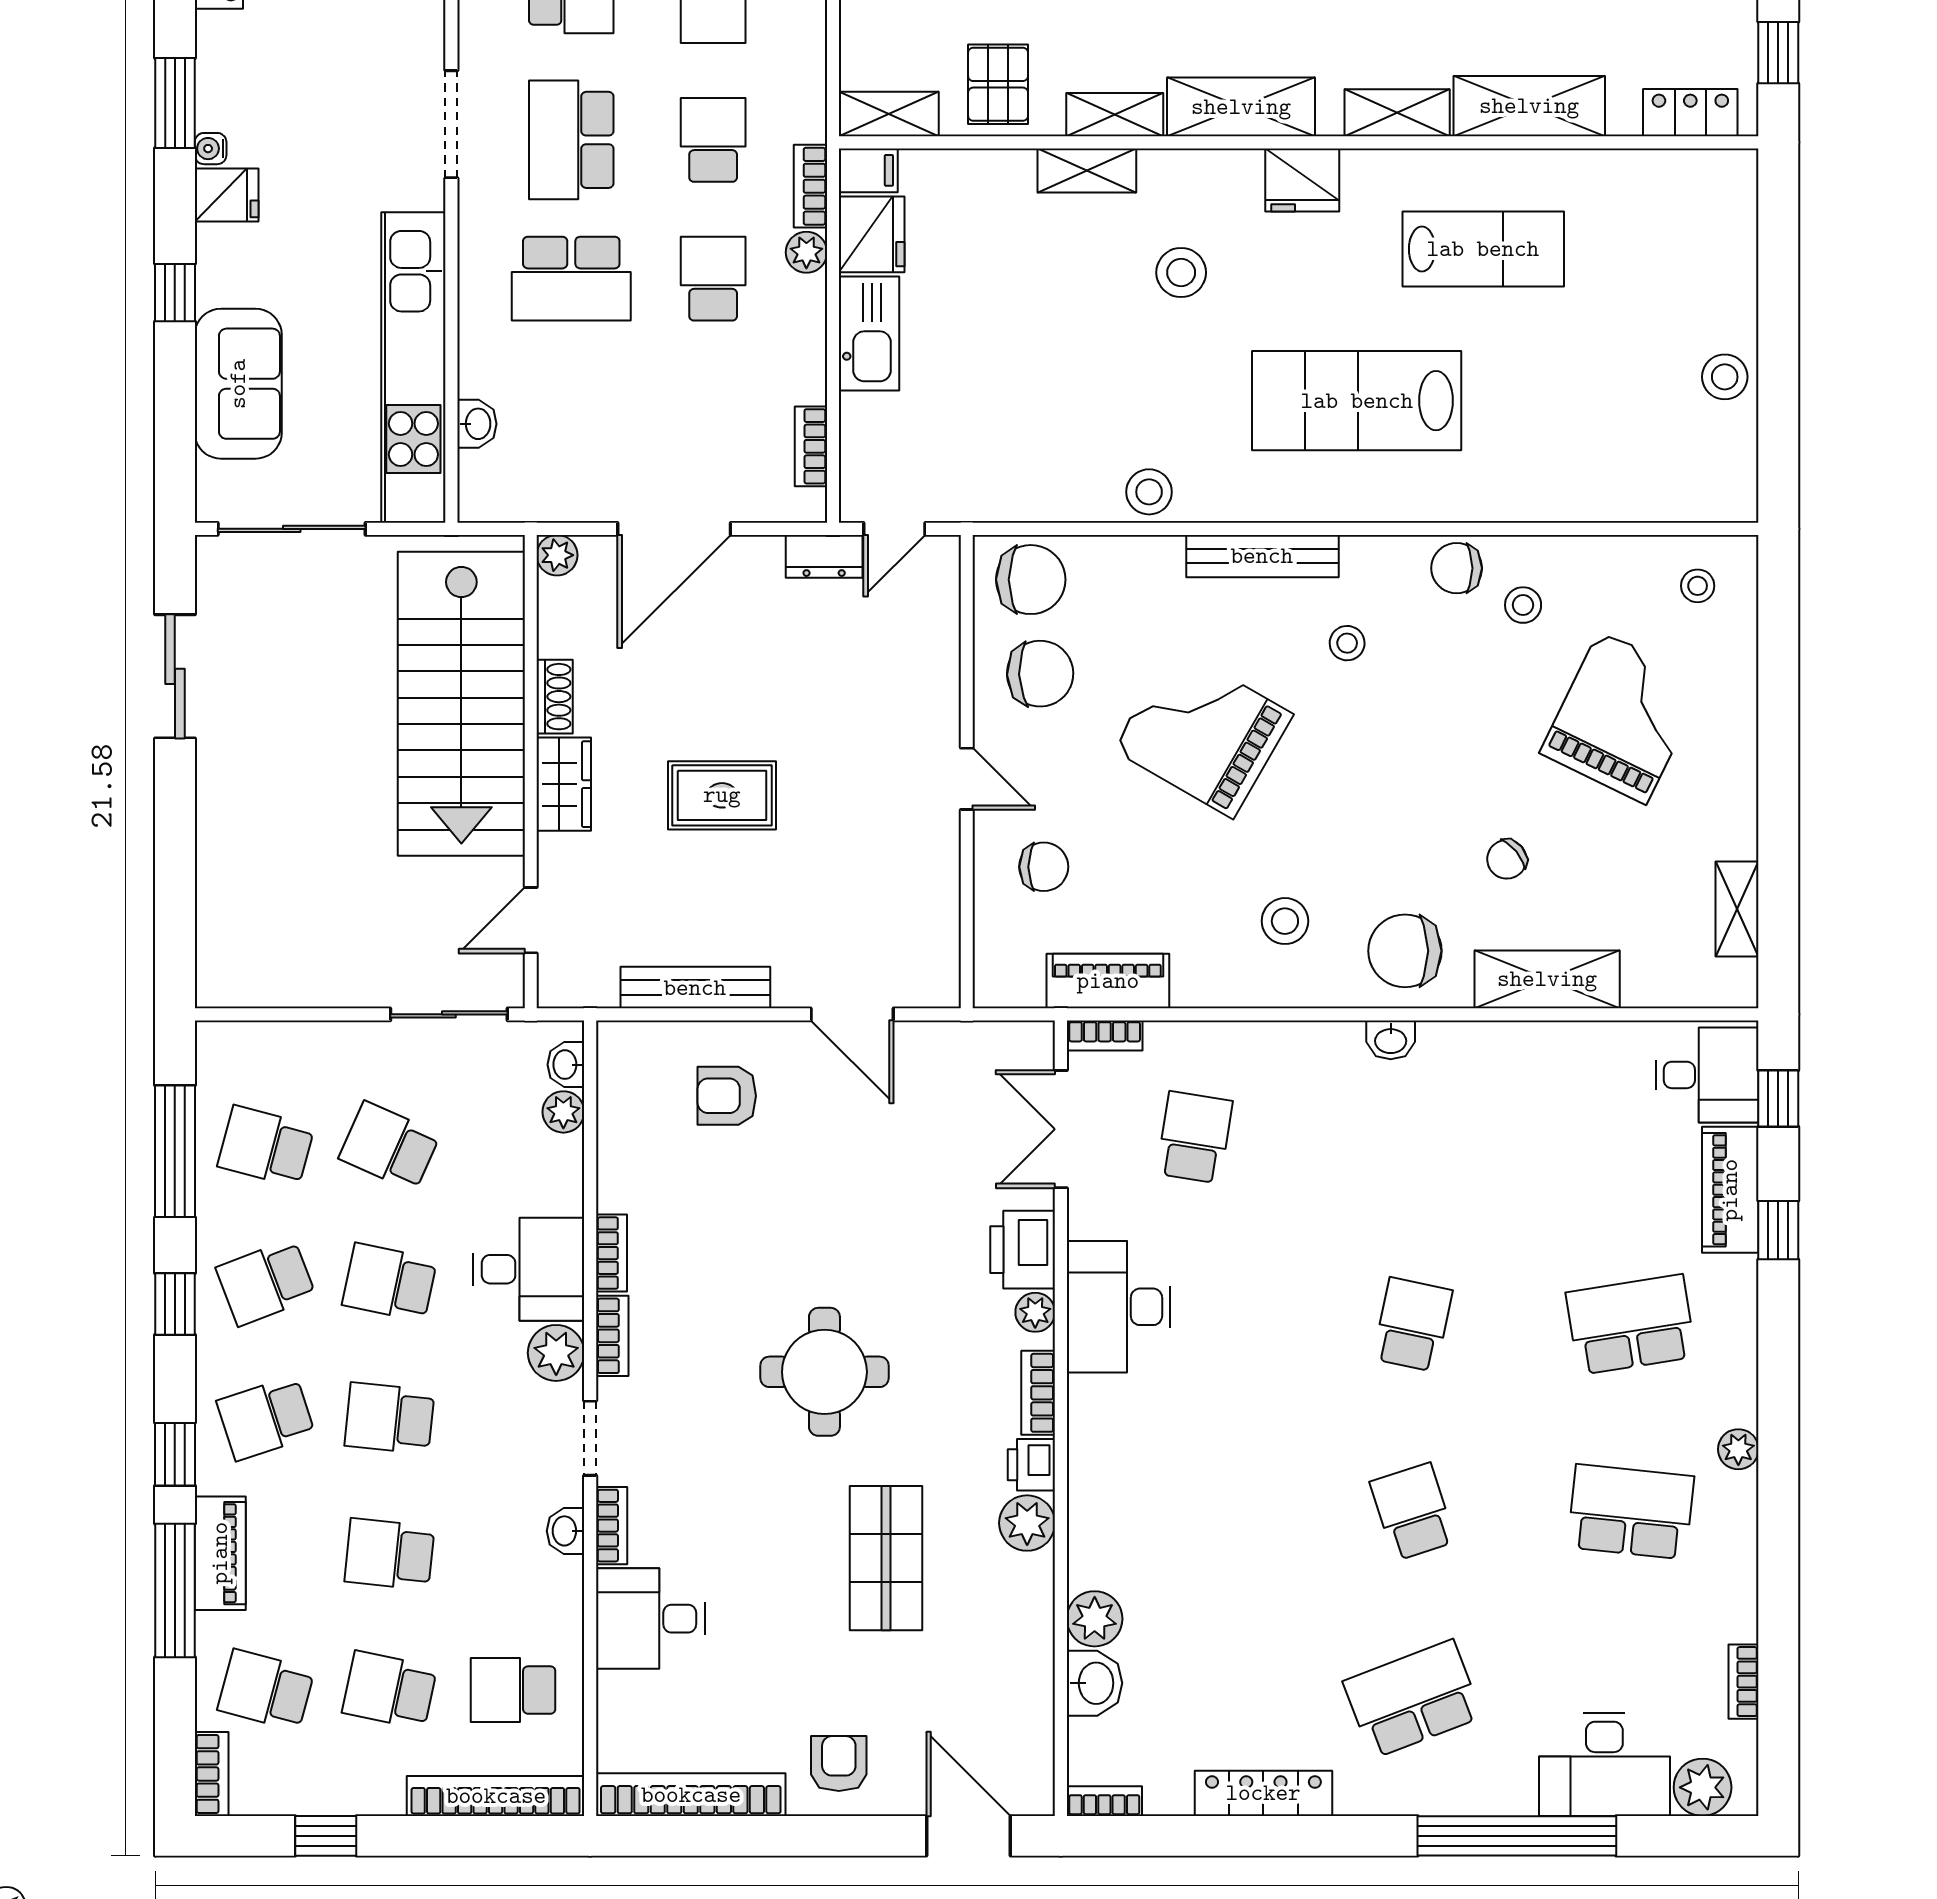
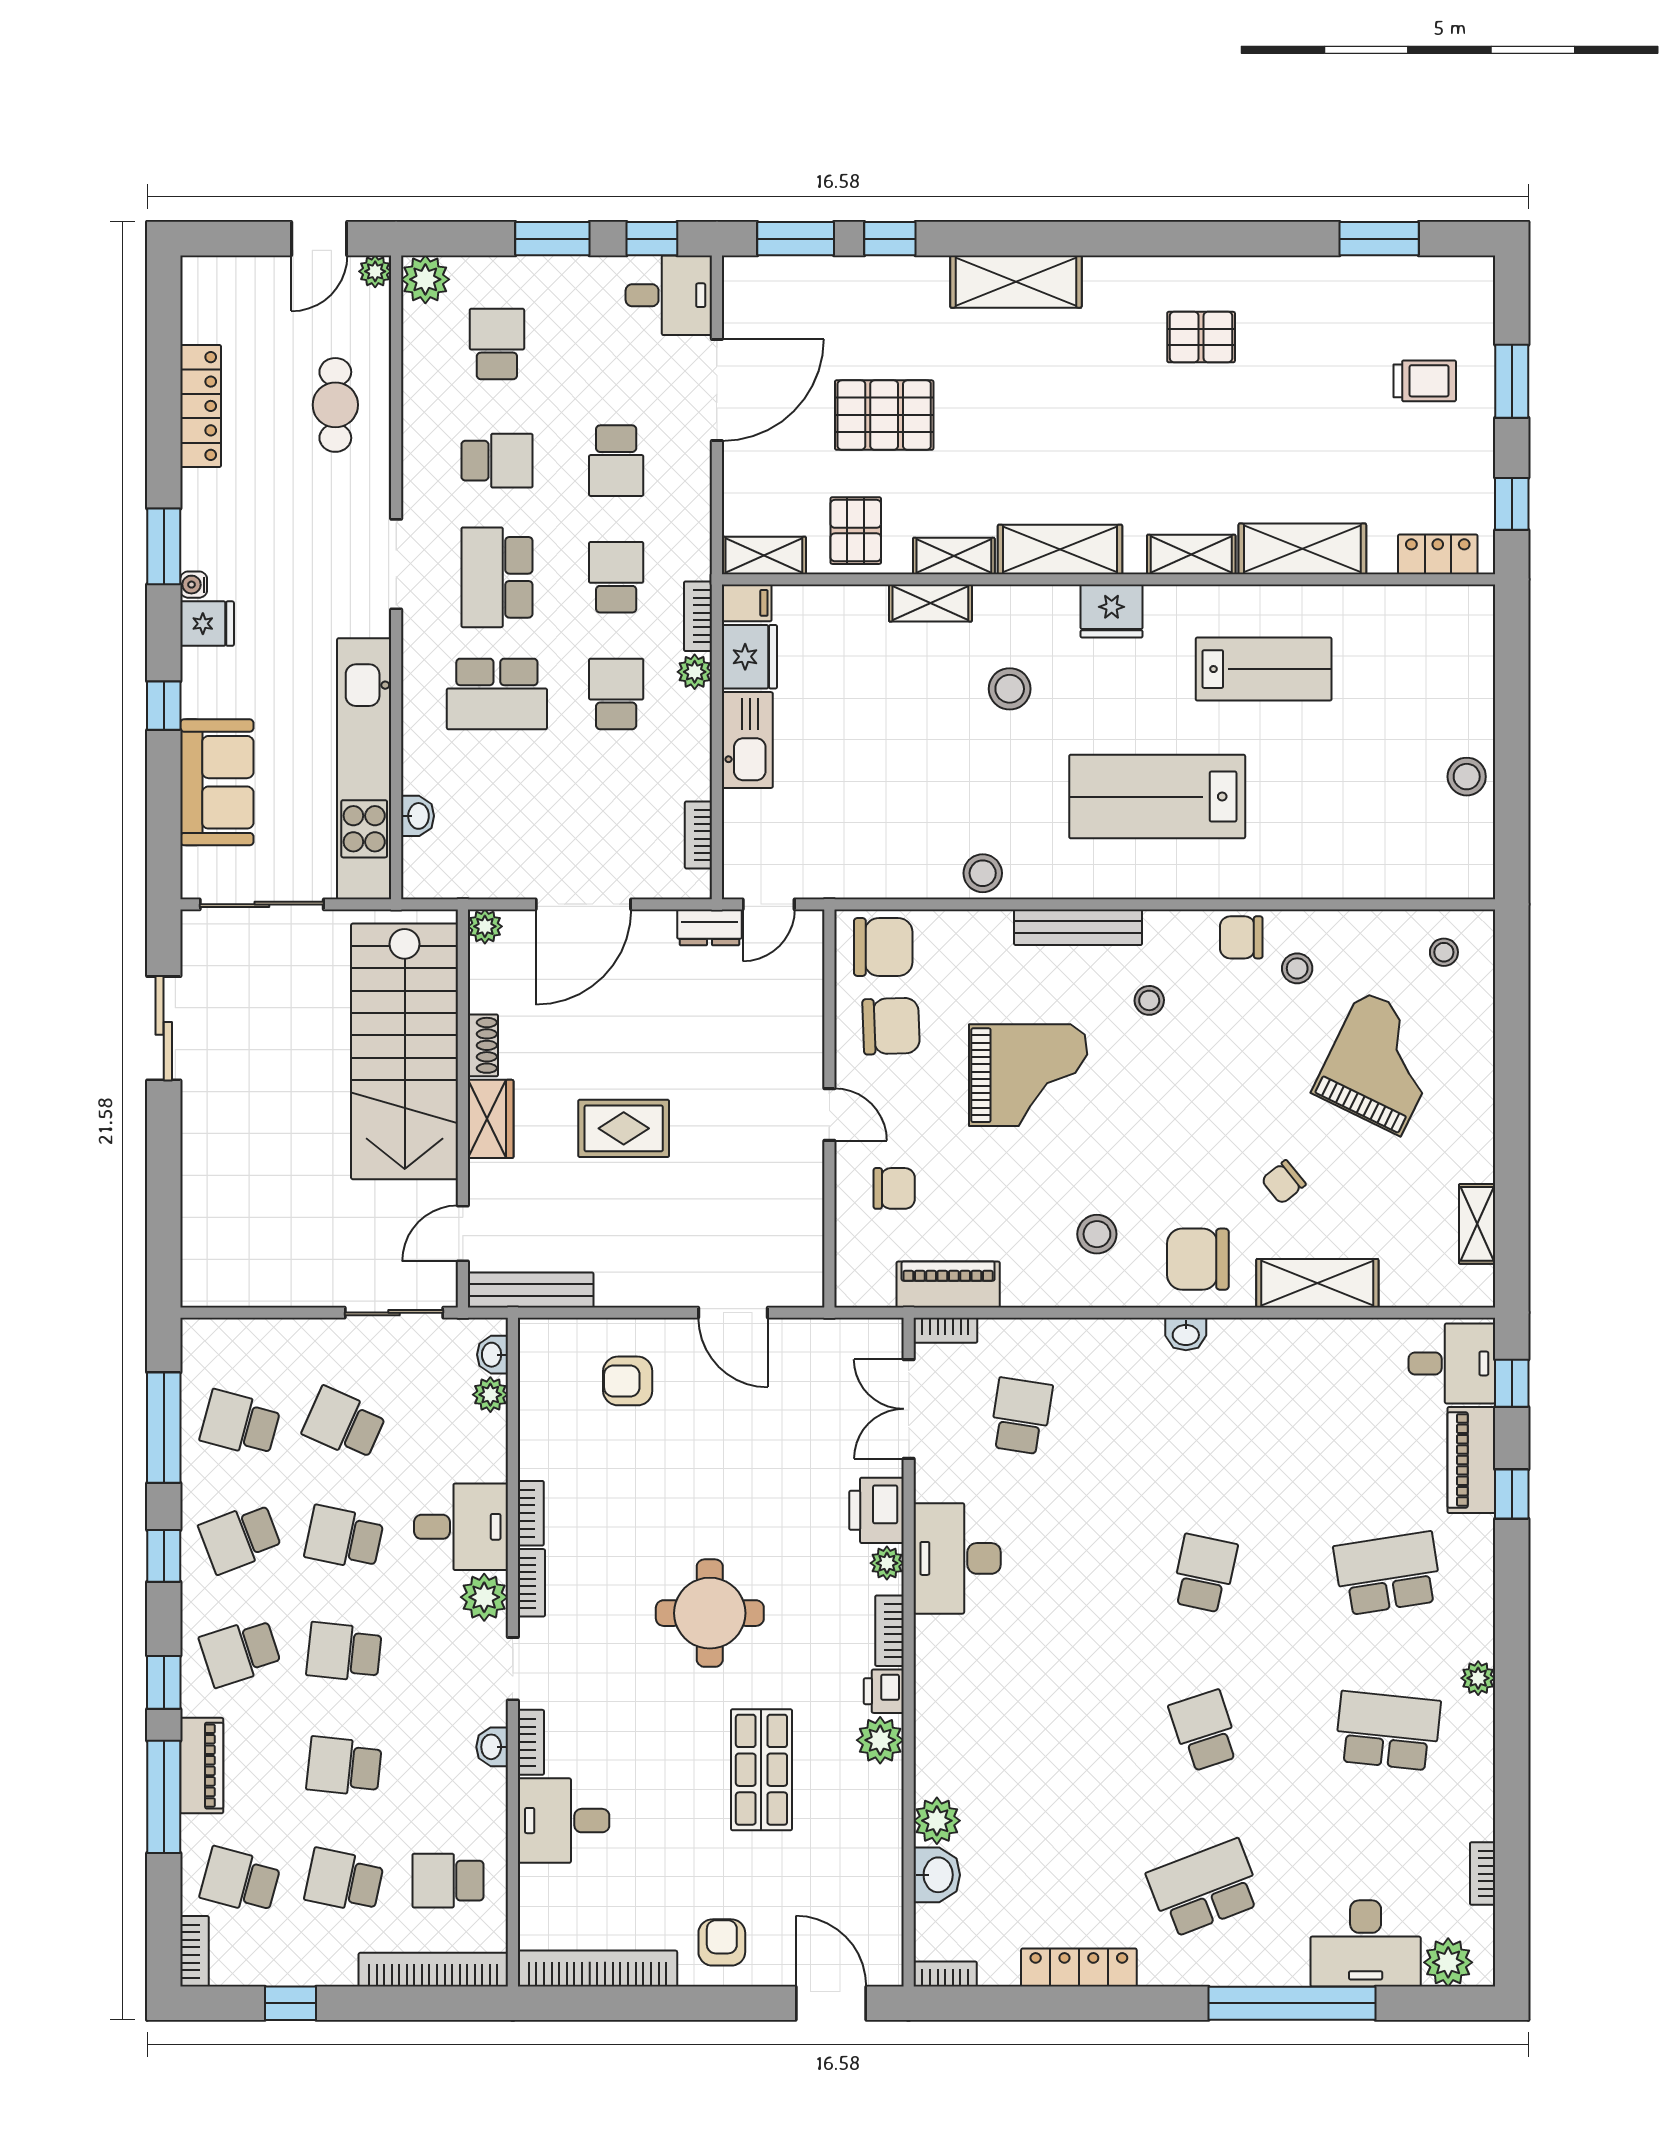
grand piano: (1203, 732) -> (1028, 1075), turned 150
bench: (695, 988) -> (531, 1290), moved

